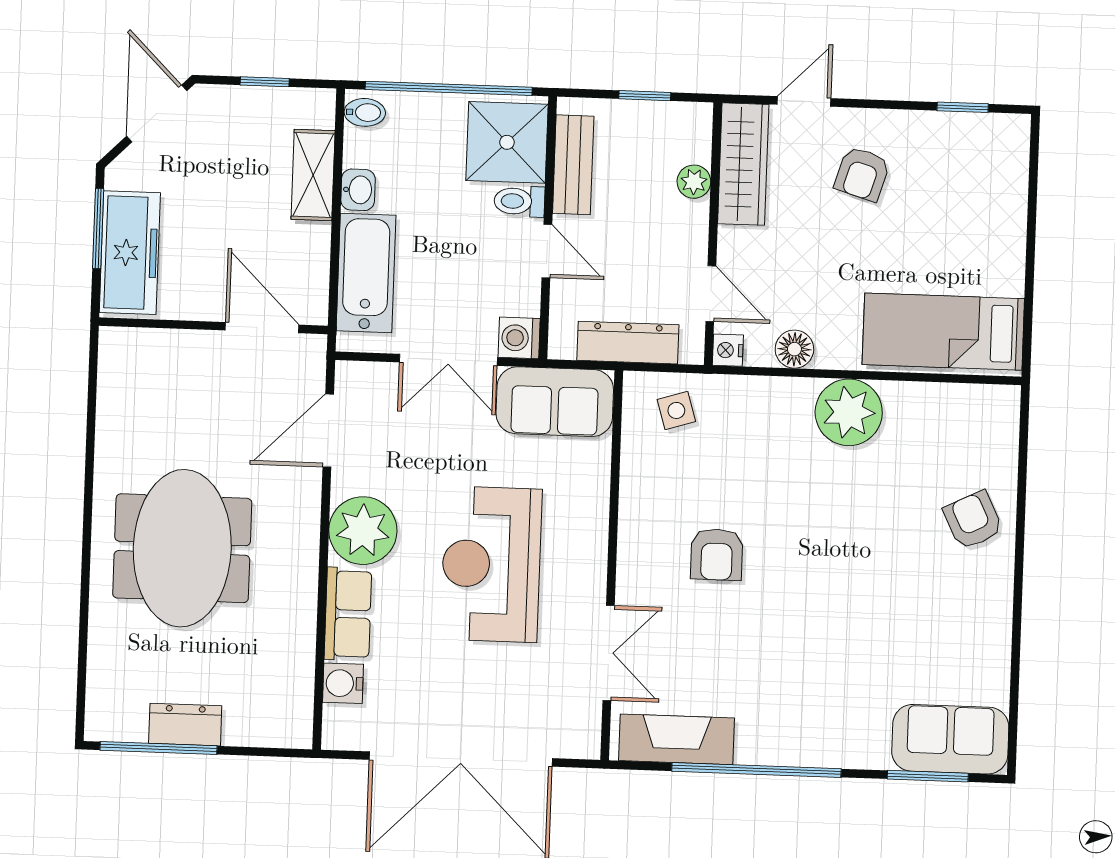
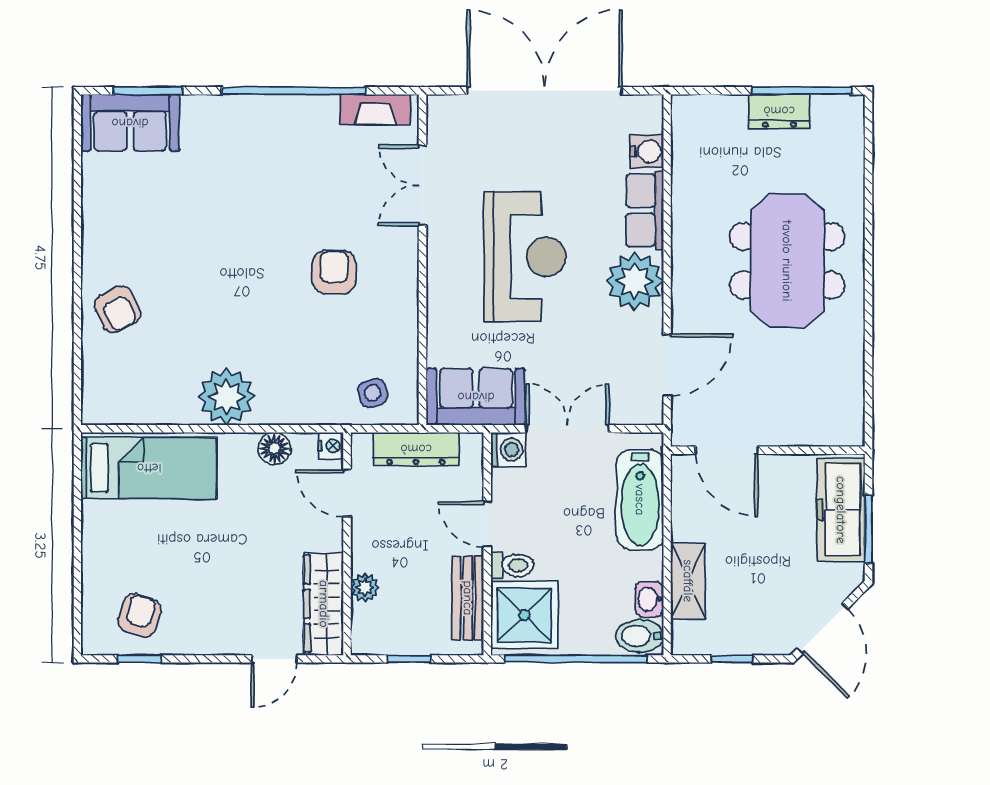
bidet: (365, 112) -> (640, 636), width x1.38, depth x1.36
armchair: (862, 174) -> (139, 616), moved
washbasin: (358, 190) -> (649, 599), moved
fireplace: (676, 739) -> (375, 109), width x0.73, depth x0.76

